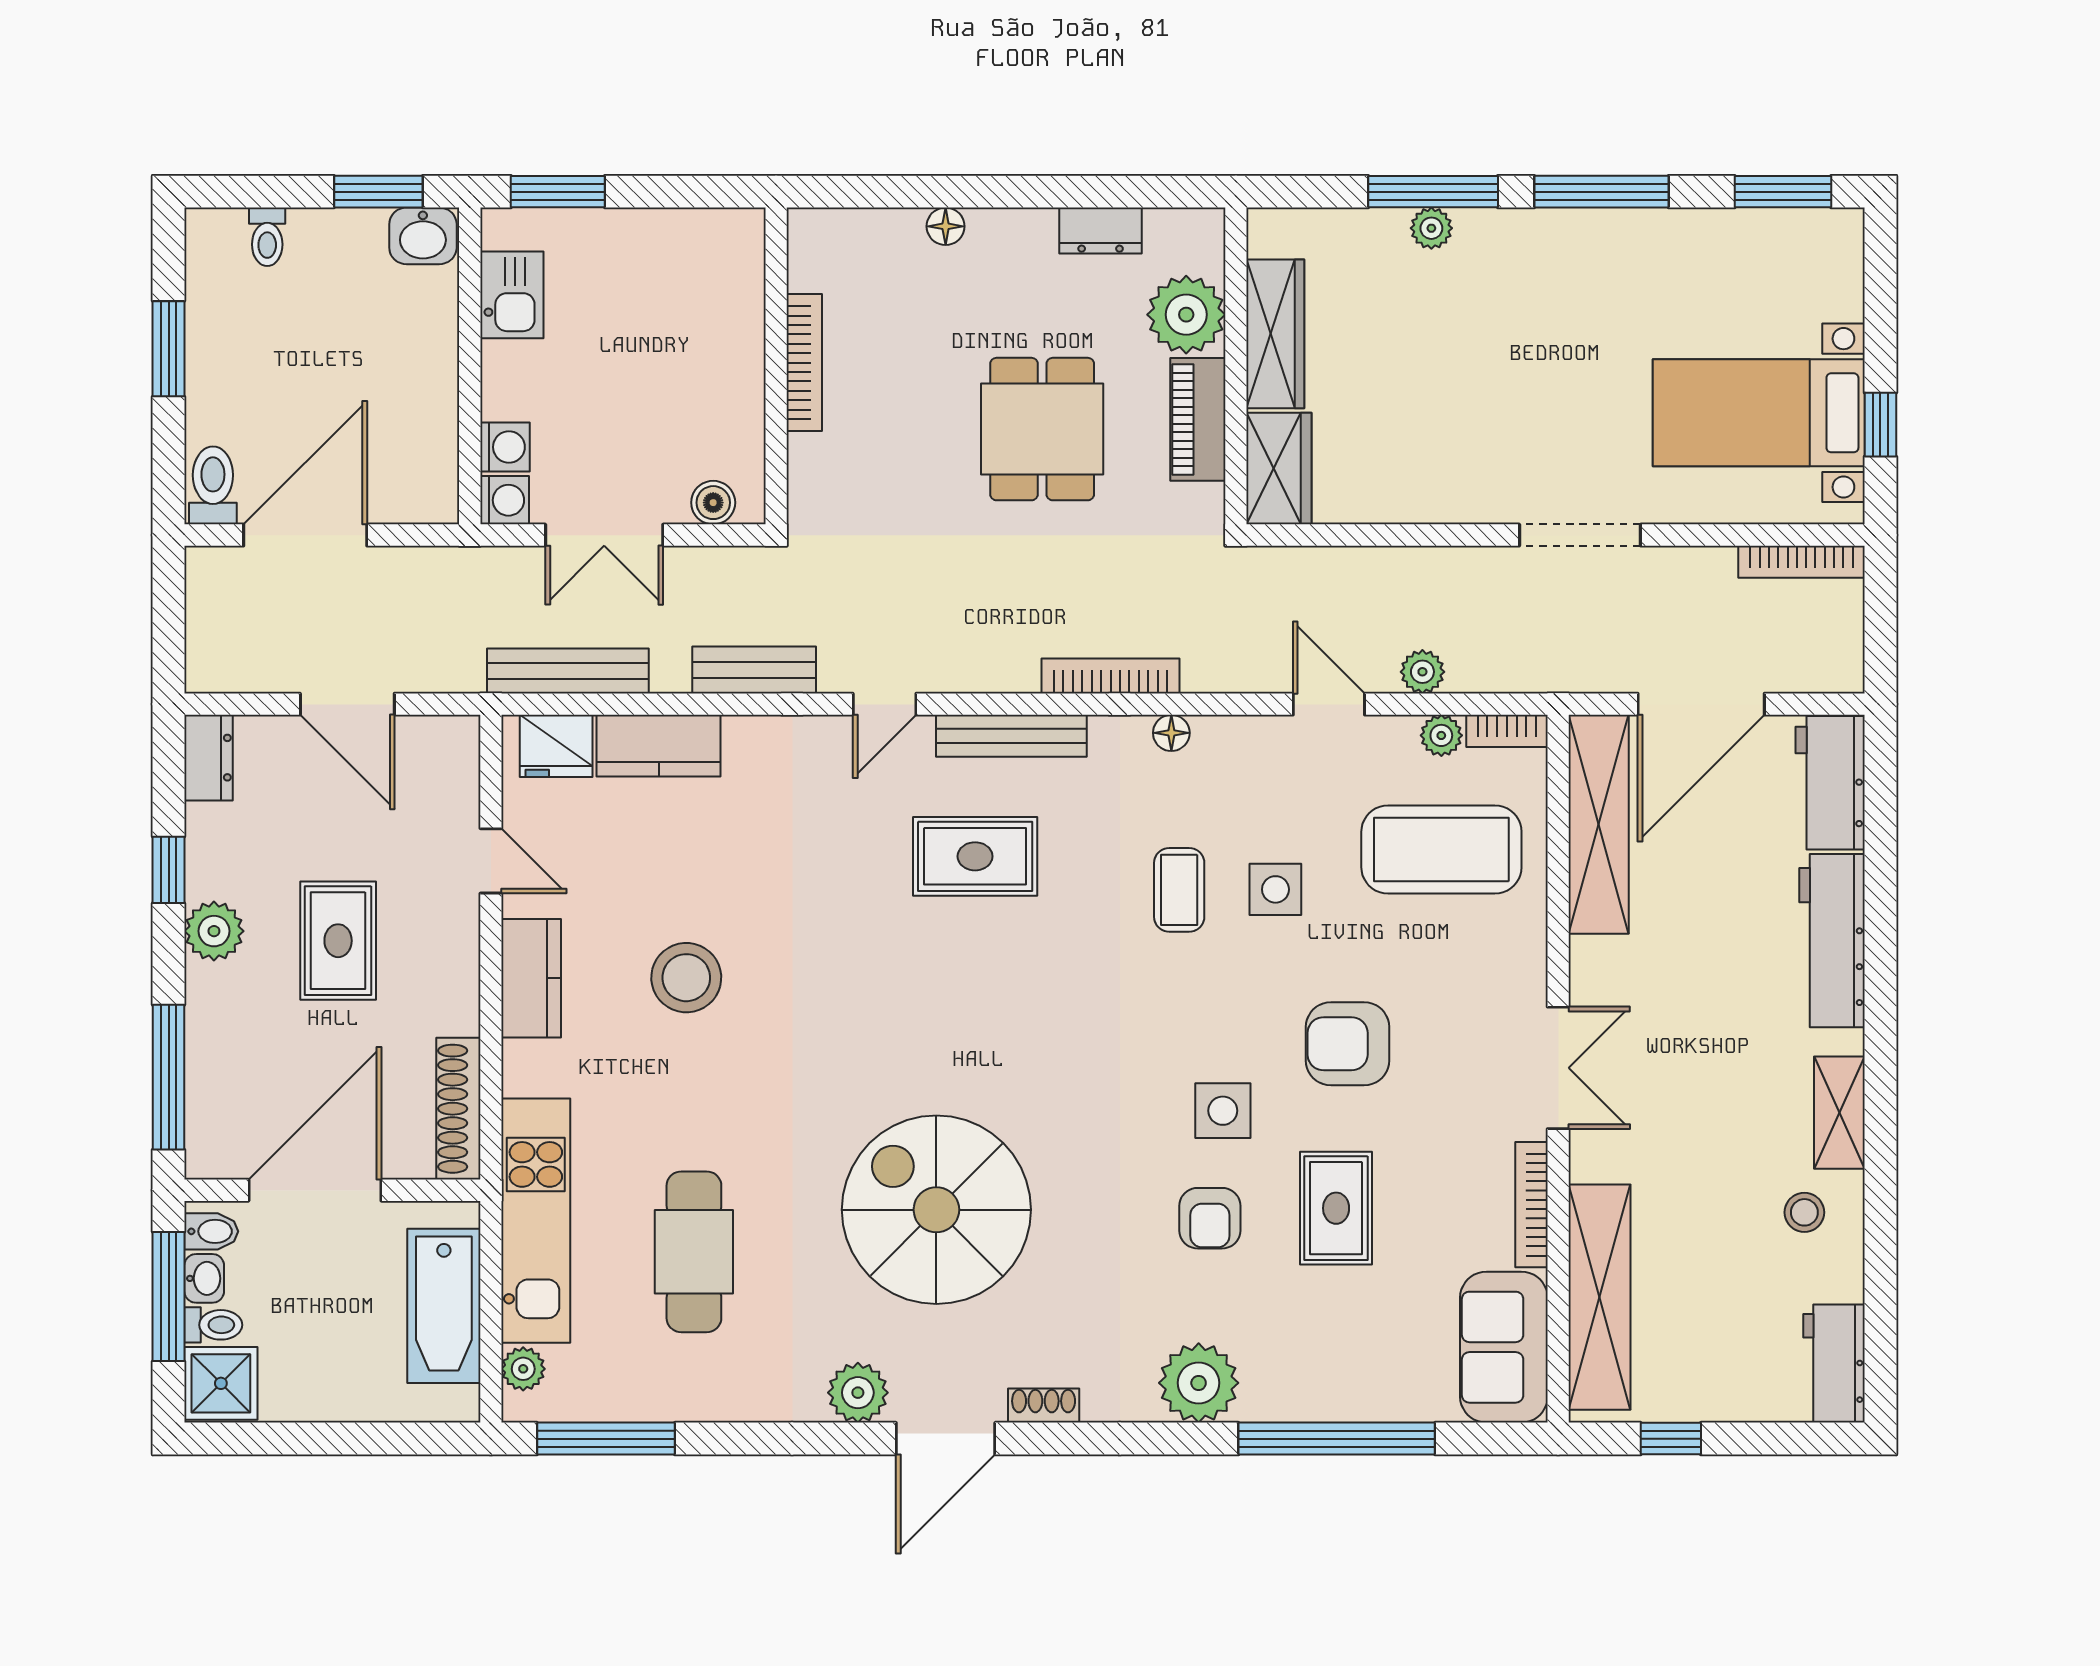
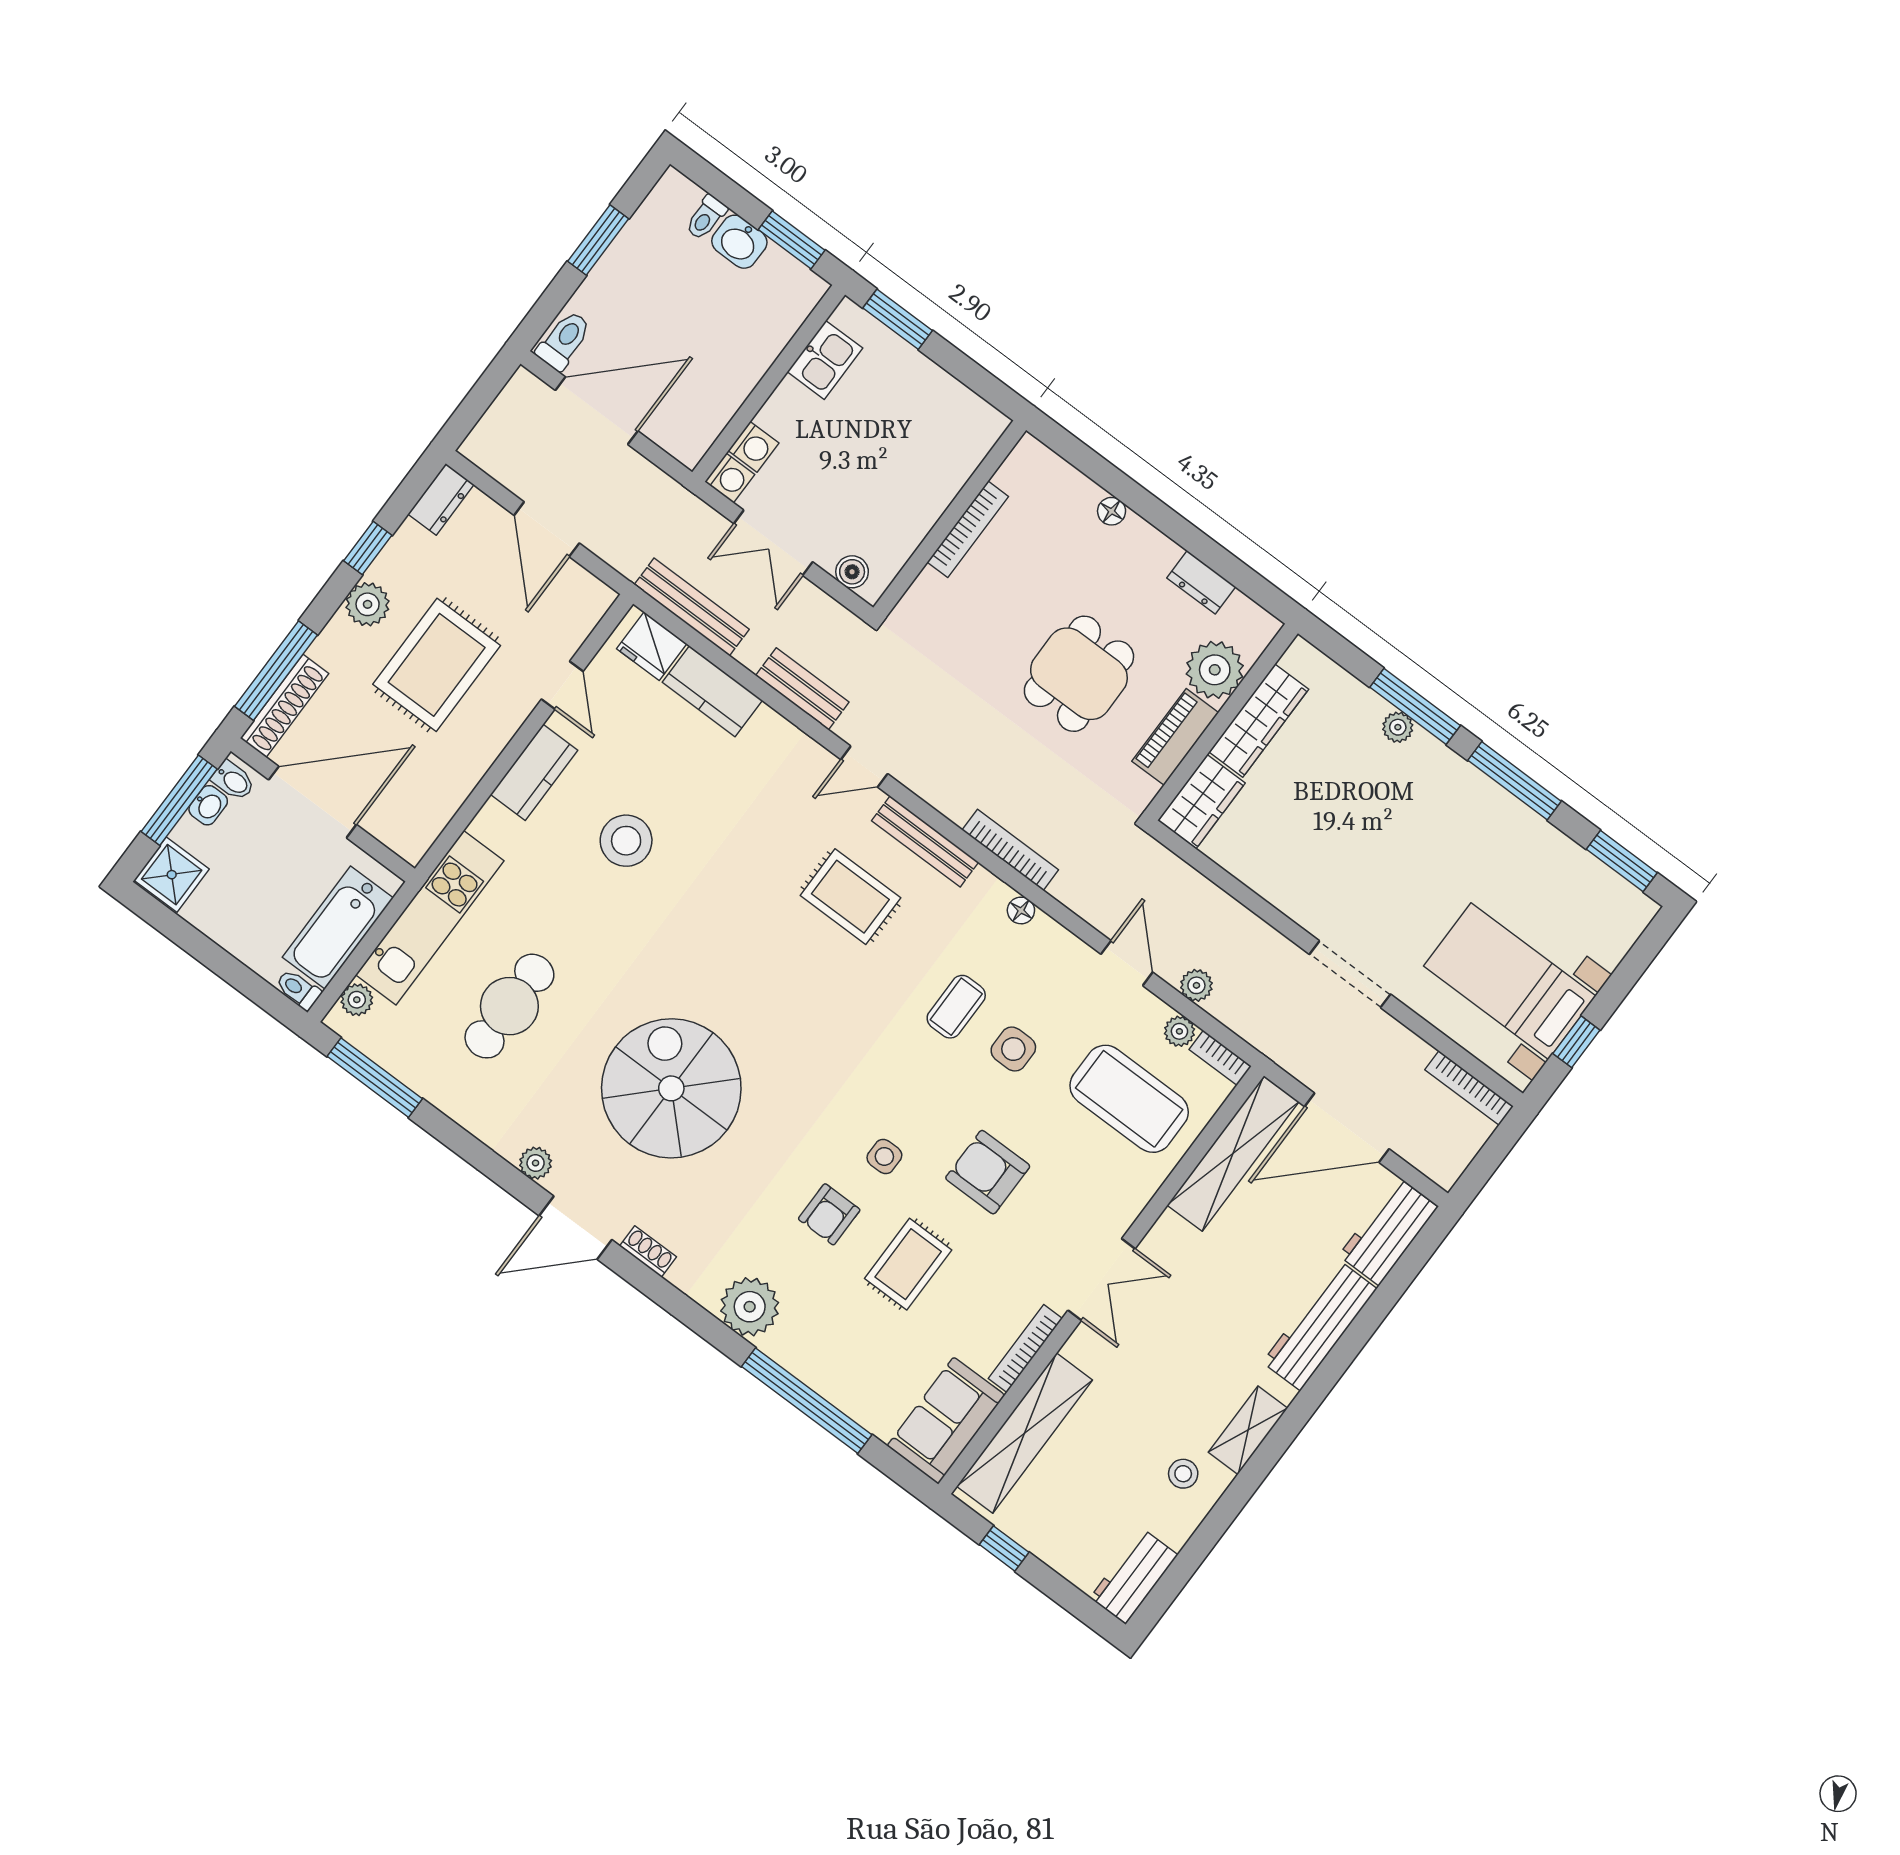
washbasin: (423, 236) -> (739, 242), moved
rug: (338, 941) -> (437, 665), width x1.36, depth x1.43
shoe rack: (458, 1109) -> (284, 706), moved, turned 180
side table: (1223, 1111) -> (884, 1156), width x0.73, depth x0.73
toilet: (213, 1325) -> (298, 989), moved, turned 180
plant: (858, 1393) -> (536, 1163), width x0.73, depth x0.73

